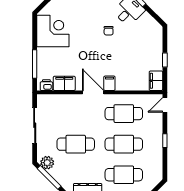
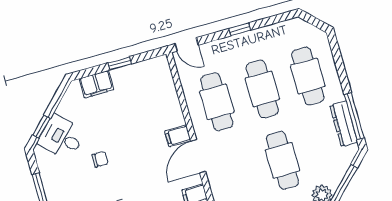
filing cabinet: (156, 81) -> (97, 84), moved

